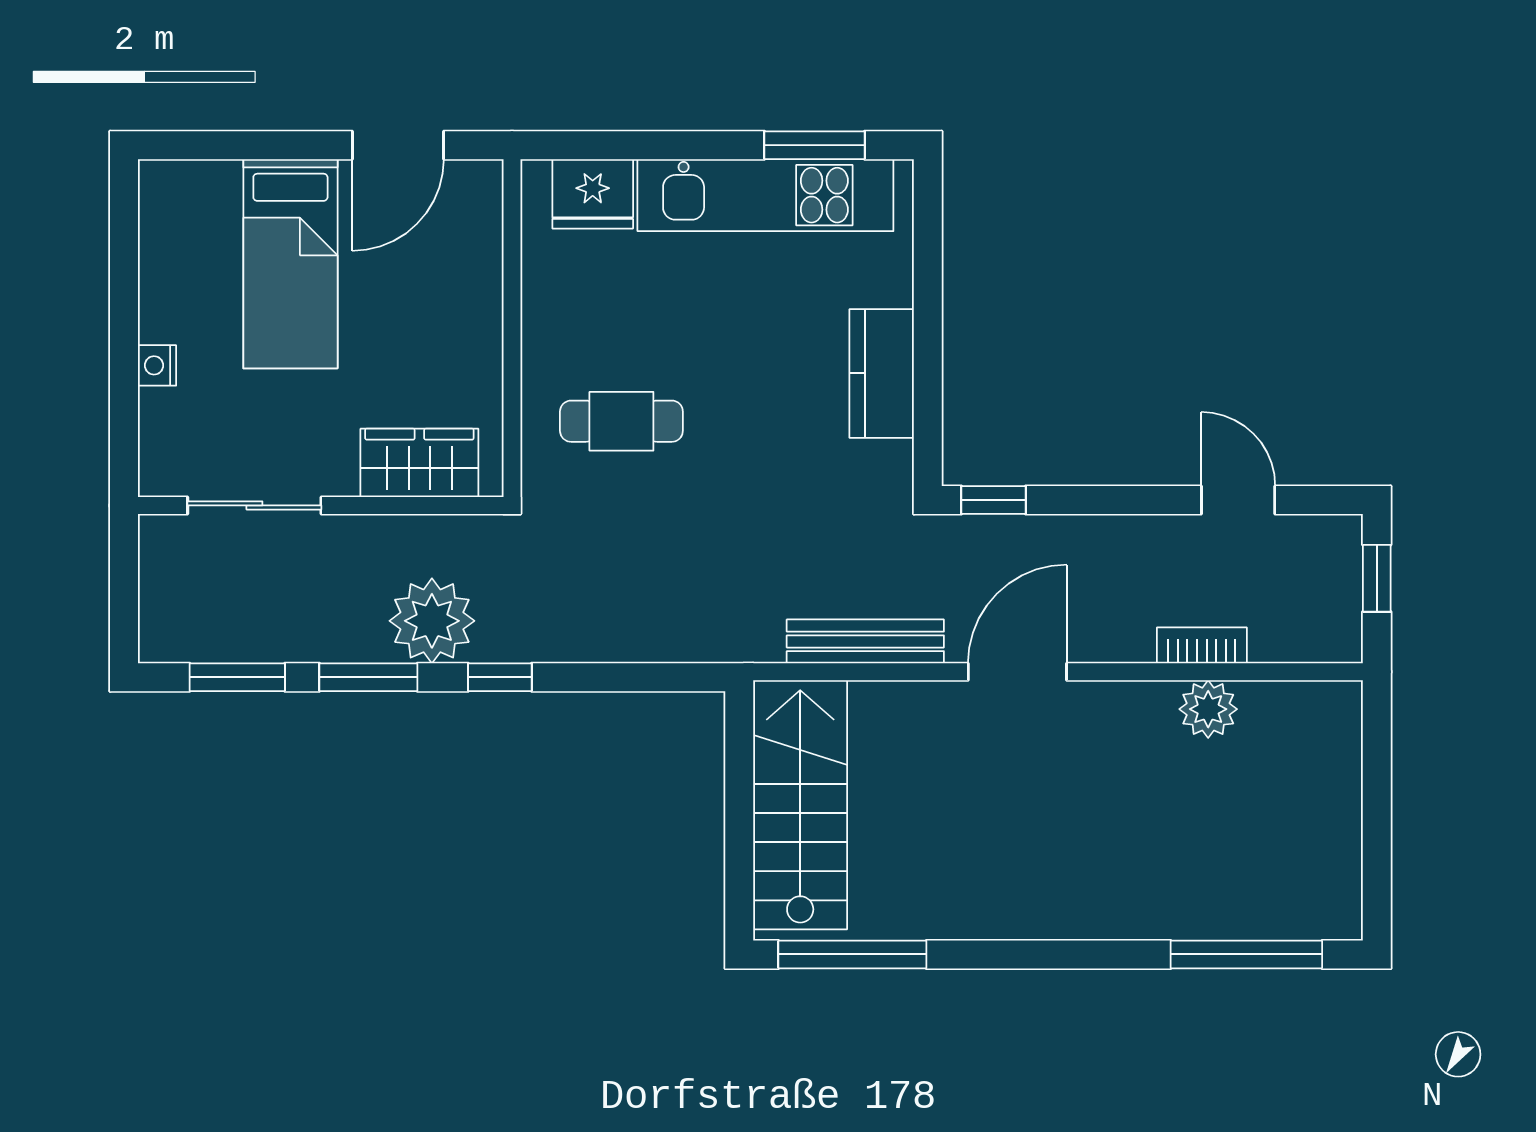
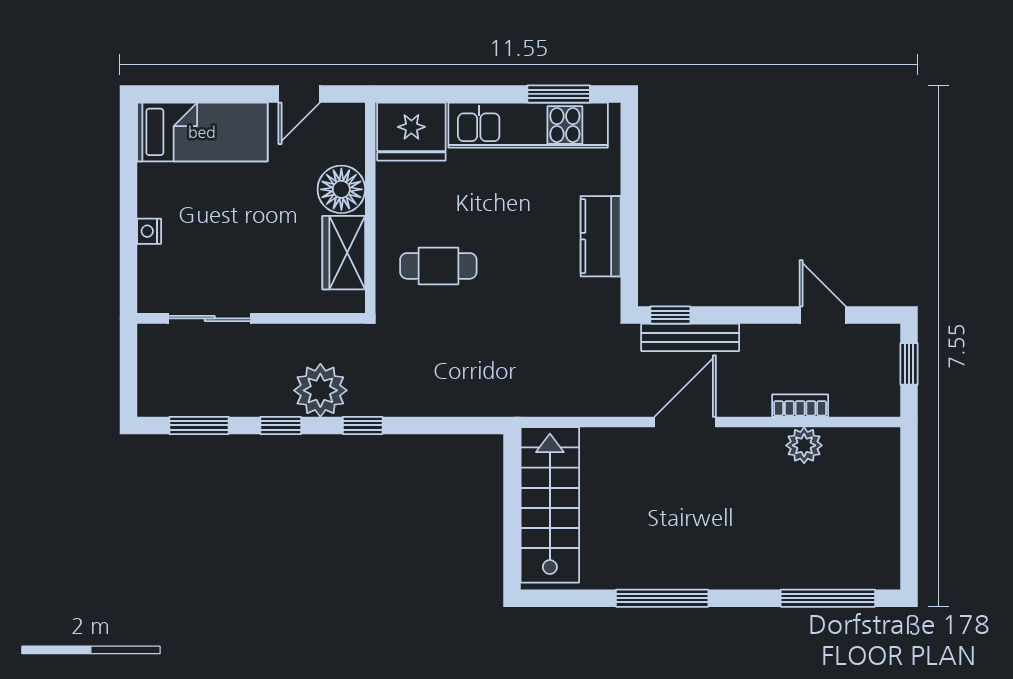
door: (398, 145) -> (299, 94), width x0.73
fridge: (593, 194) -> (411, 132), width x1.36, depth x1.34
bed: (290, 264) -> (202, 132), moved, turned -90
floor lamp: (466, 298) -> (341, 189), added
wardrobe: (419, 463) -> (344, 253), moved, turned -90
bench: (865, 641) -> (690, 337), moved
window: (368, 677) -> (281, 425), width x0.67
window: (852, 954) -> (662, 598), moved

